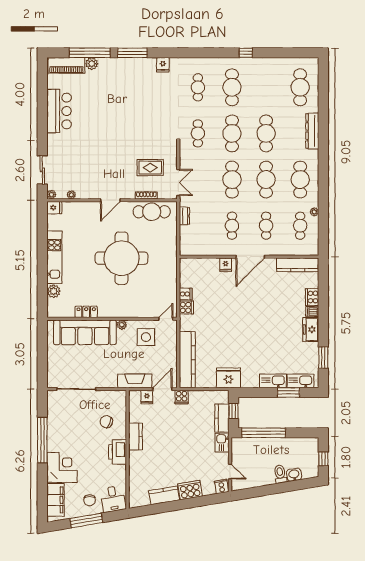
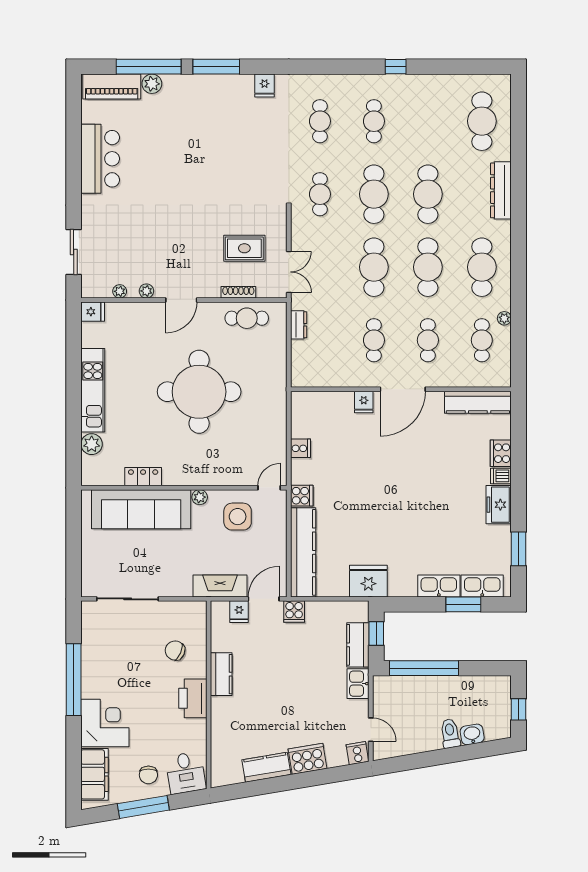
cafe table: (232, 87) -> (374, 121), width x0.73, depth x0.74
plant: (51, 195) -> (146, 291), moved
cafe table: (152, 212) -> (247, 318), width x0.73, depth x0.74
cooker: (186, 307) -> (302, 496), moved

